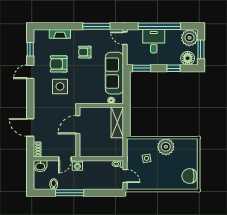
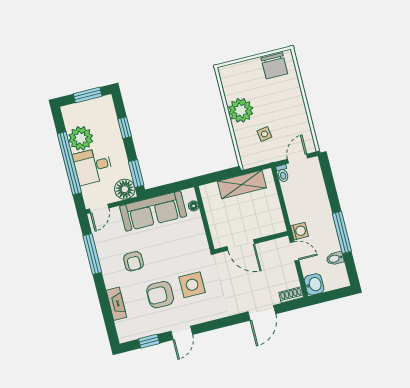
plant: (189, 38) -> (81, 138), moved
floor lamp: (188, 58) -> (125, 189), moved
armchair: (59, 64) -> (160, 295), turned 90
door: (30, 72) -> (182, 333), hinge flipped
shelving: (117, 122) -> (242, 184), moved

